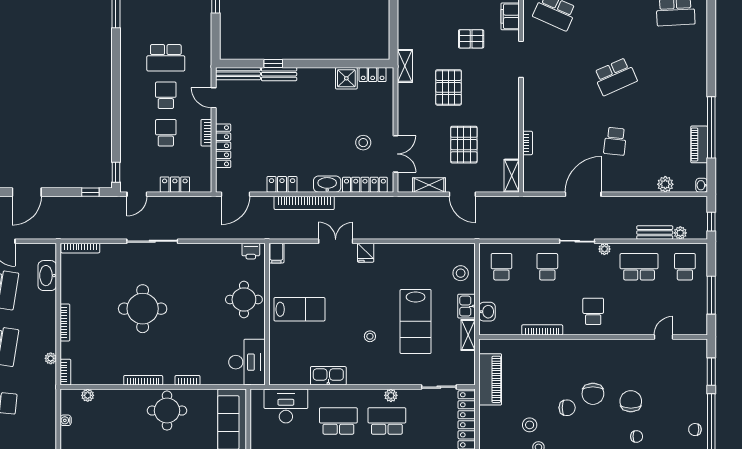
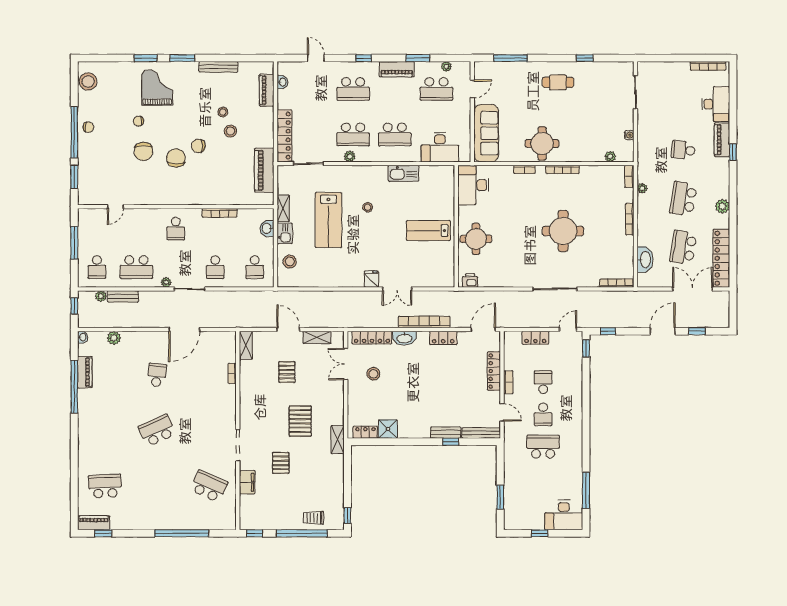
pallet: (471, 39) -> (281, 463), turned 90
school desk: (166, 133) -> (543, 382), turned 180
pallet: (464, 145) -> (287, 372), width x0.67, depth x0.71
filing cabinet: (276, 253) -> (448, 279), removed
lab bench: (416, 322) -> (328, 220), turned 180

